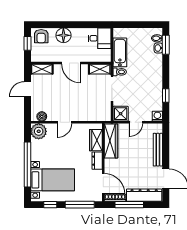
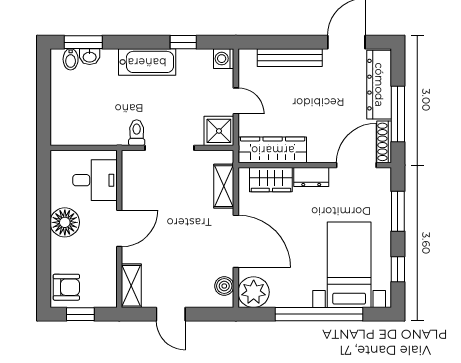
floor lamp: (63, 35) -> (65, 222), moved
desk: (100, 38) -> (95, 180), moved, turned 90
bathtub: (120, 52) -> (147, 62), moved, turned 180
shelving: (100, 69) -> (224, 186), moved
door: (64, 122) -> (236, 241), width x1.87
window: (80, 205) -> (398, 211), width x0.69

